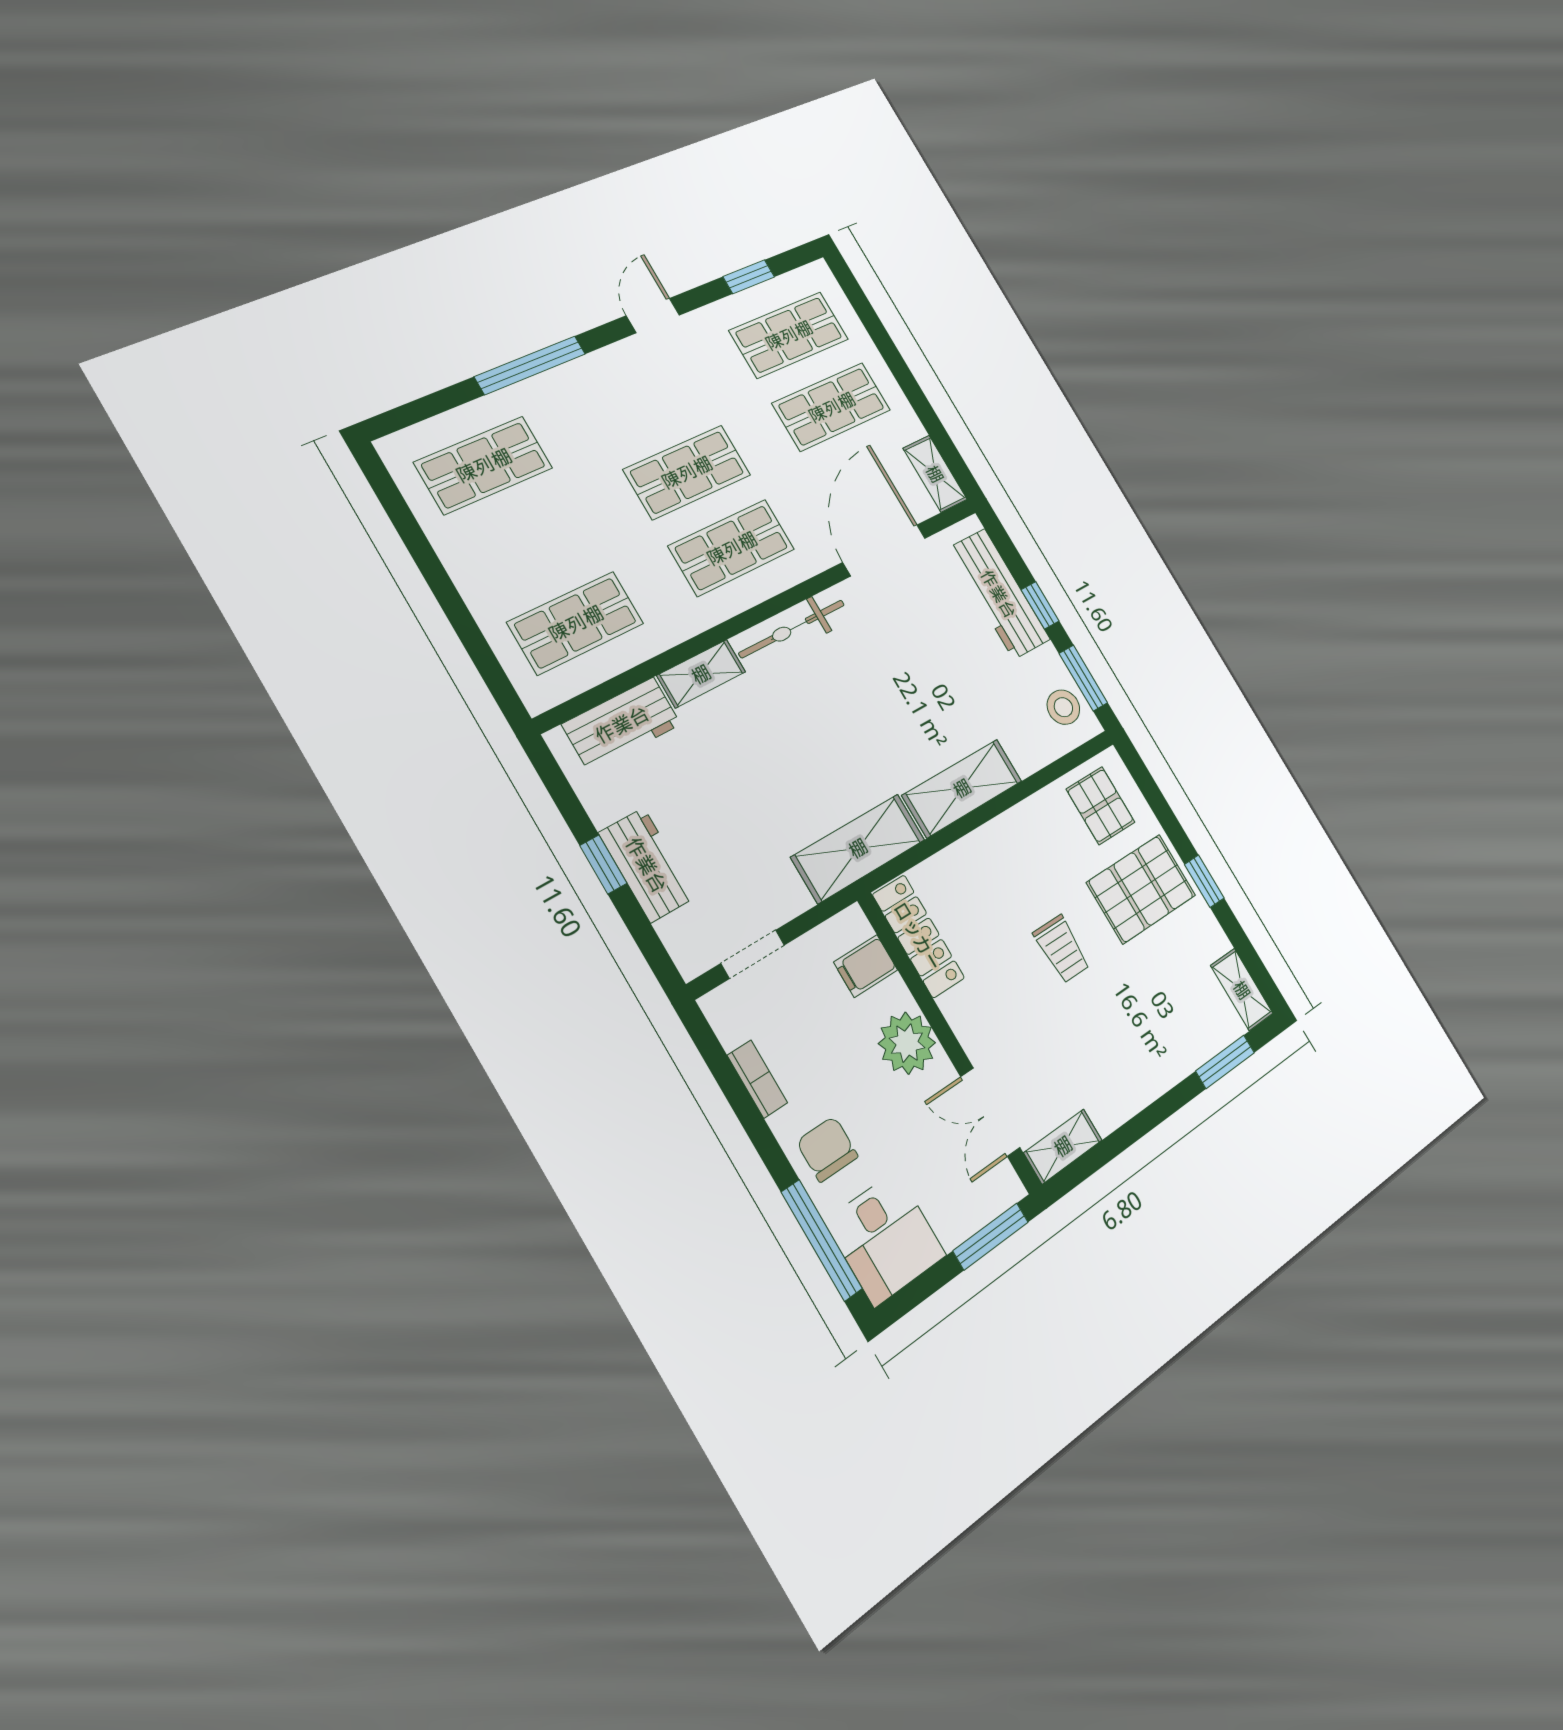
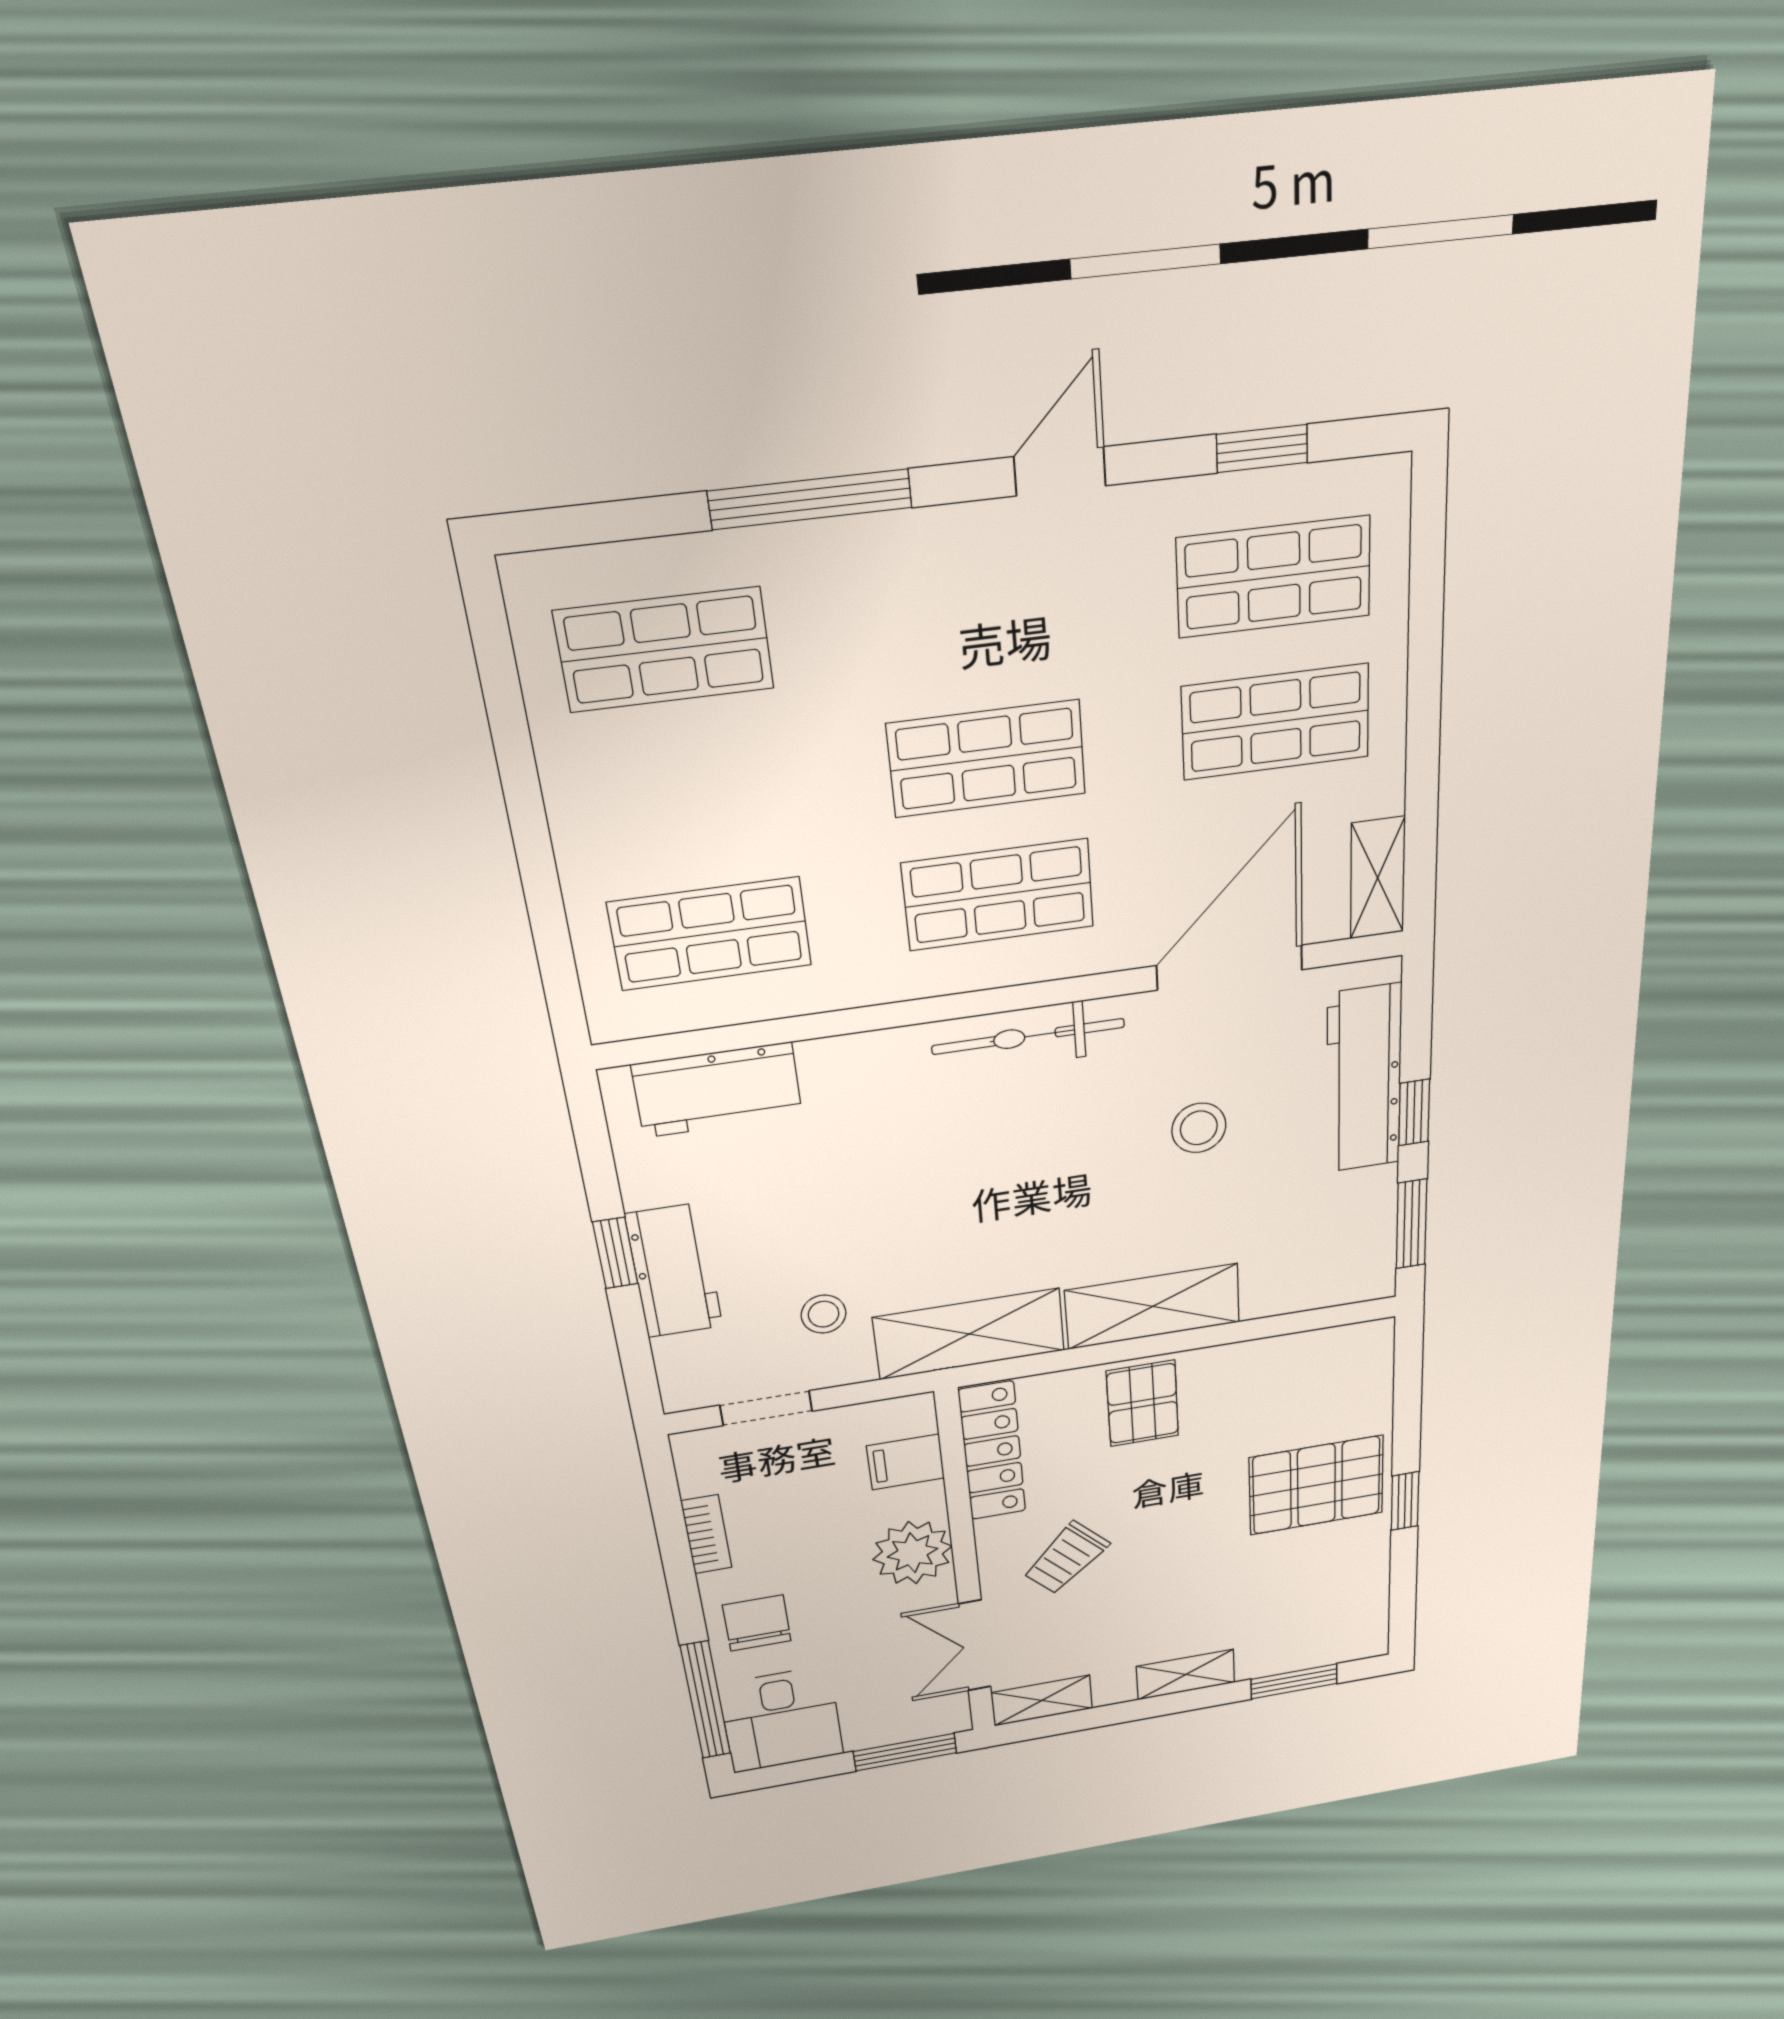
shelving: (701, 674) -> (864, 1058), removed
stool: (1063, 707) -> (1199, 1128), moved
pallet: (1101, 806) -> (1143, 1403), moved
stool: (758, 865) -> (824, 1314), added
trolley: (1062, 949) -> (1066, 1558), moved, turned 46
shelving: (1242, 990) -> (1186, 1675), moved, turned 90

